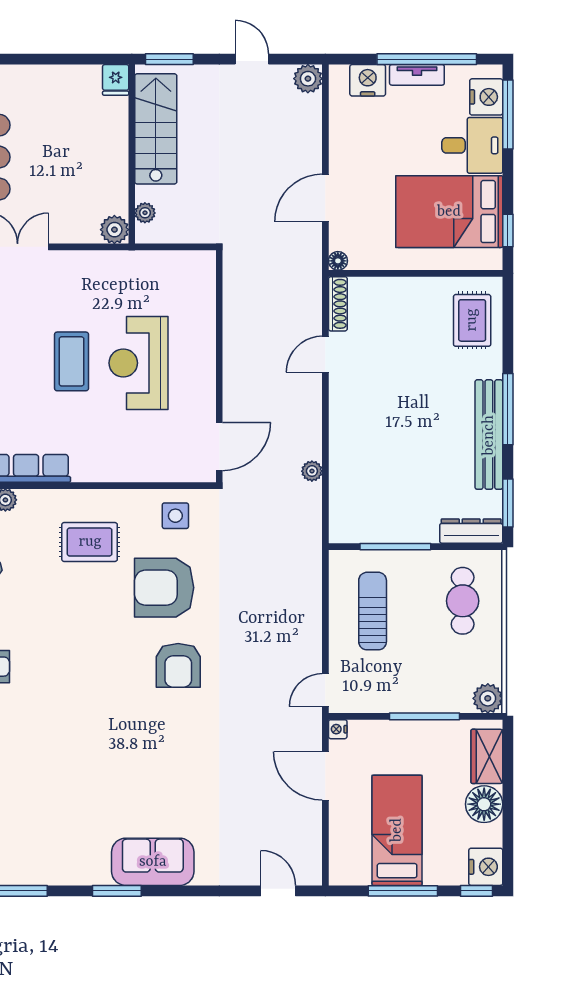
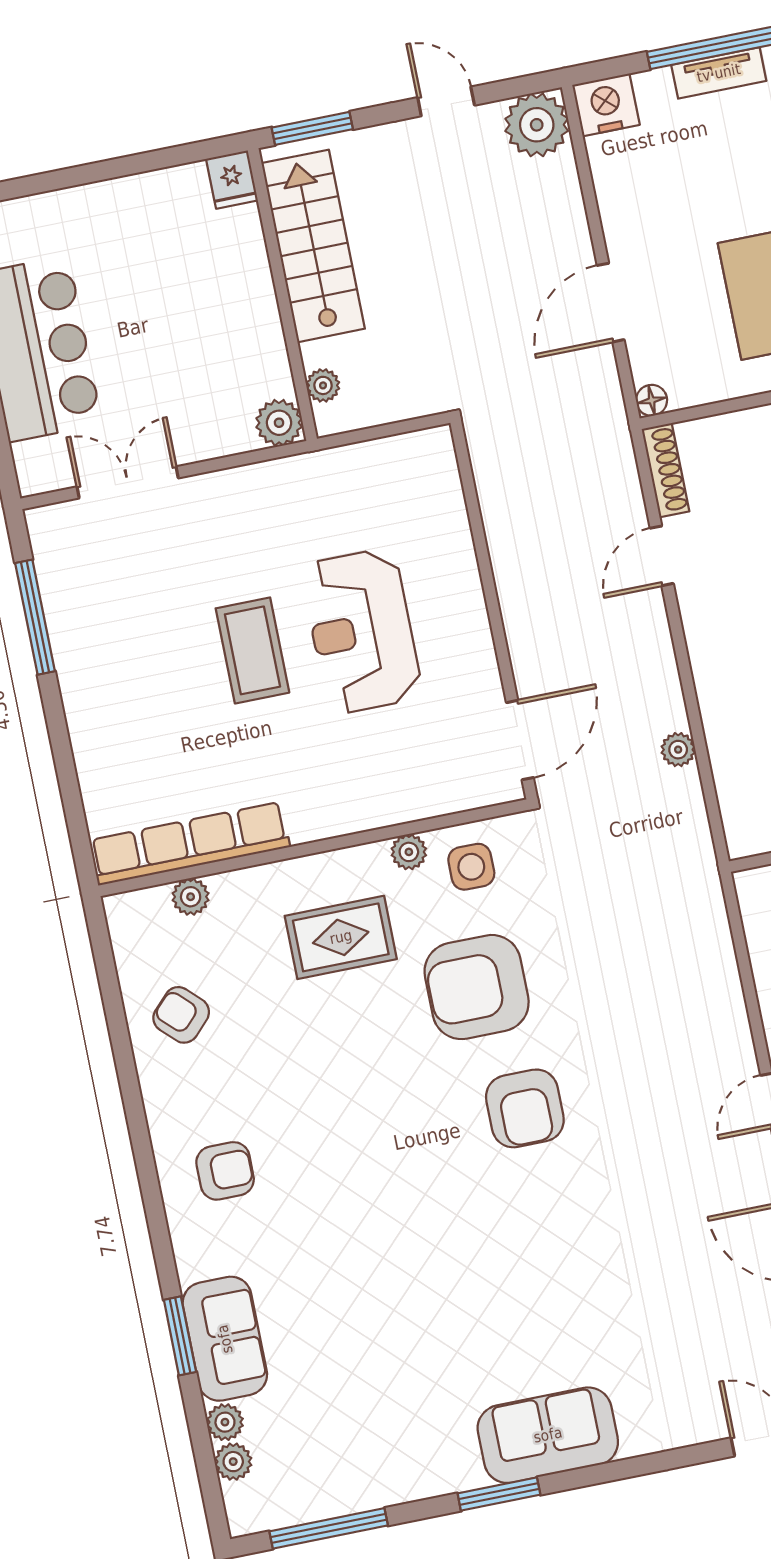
plant: (308, 79) -> (537, 125), width x1.36, depth x1.36
nightstand: (368, 80) -> (606, 105), moved
plant: (140, 499) -> (409, 852), added

